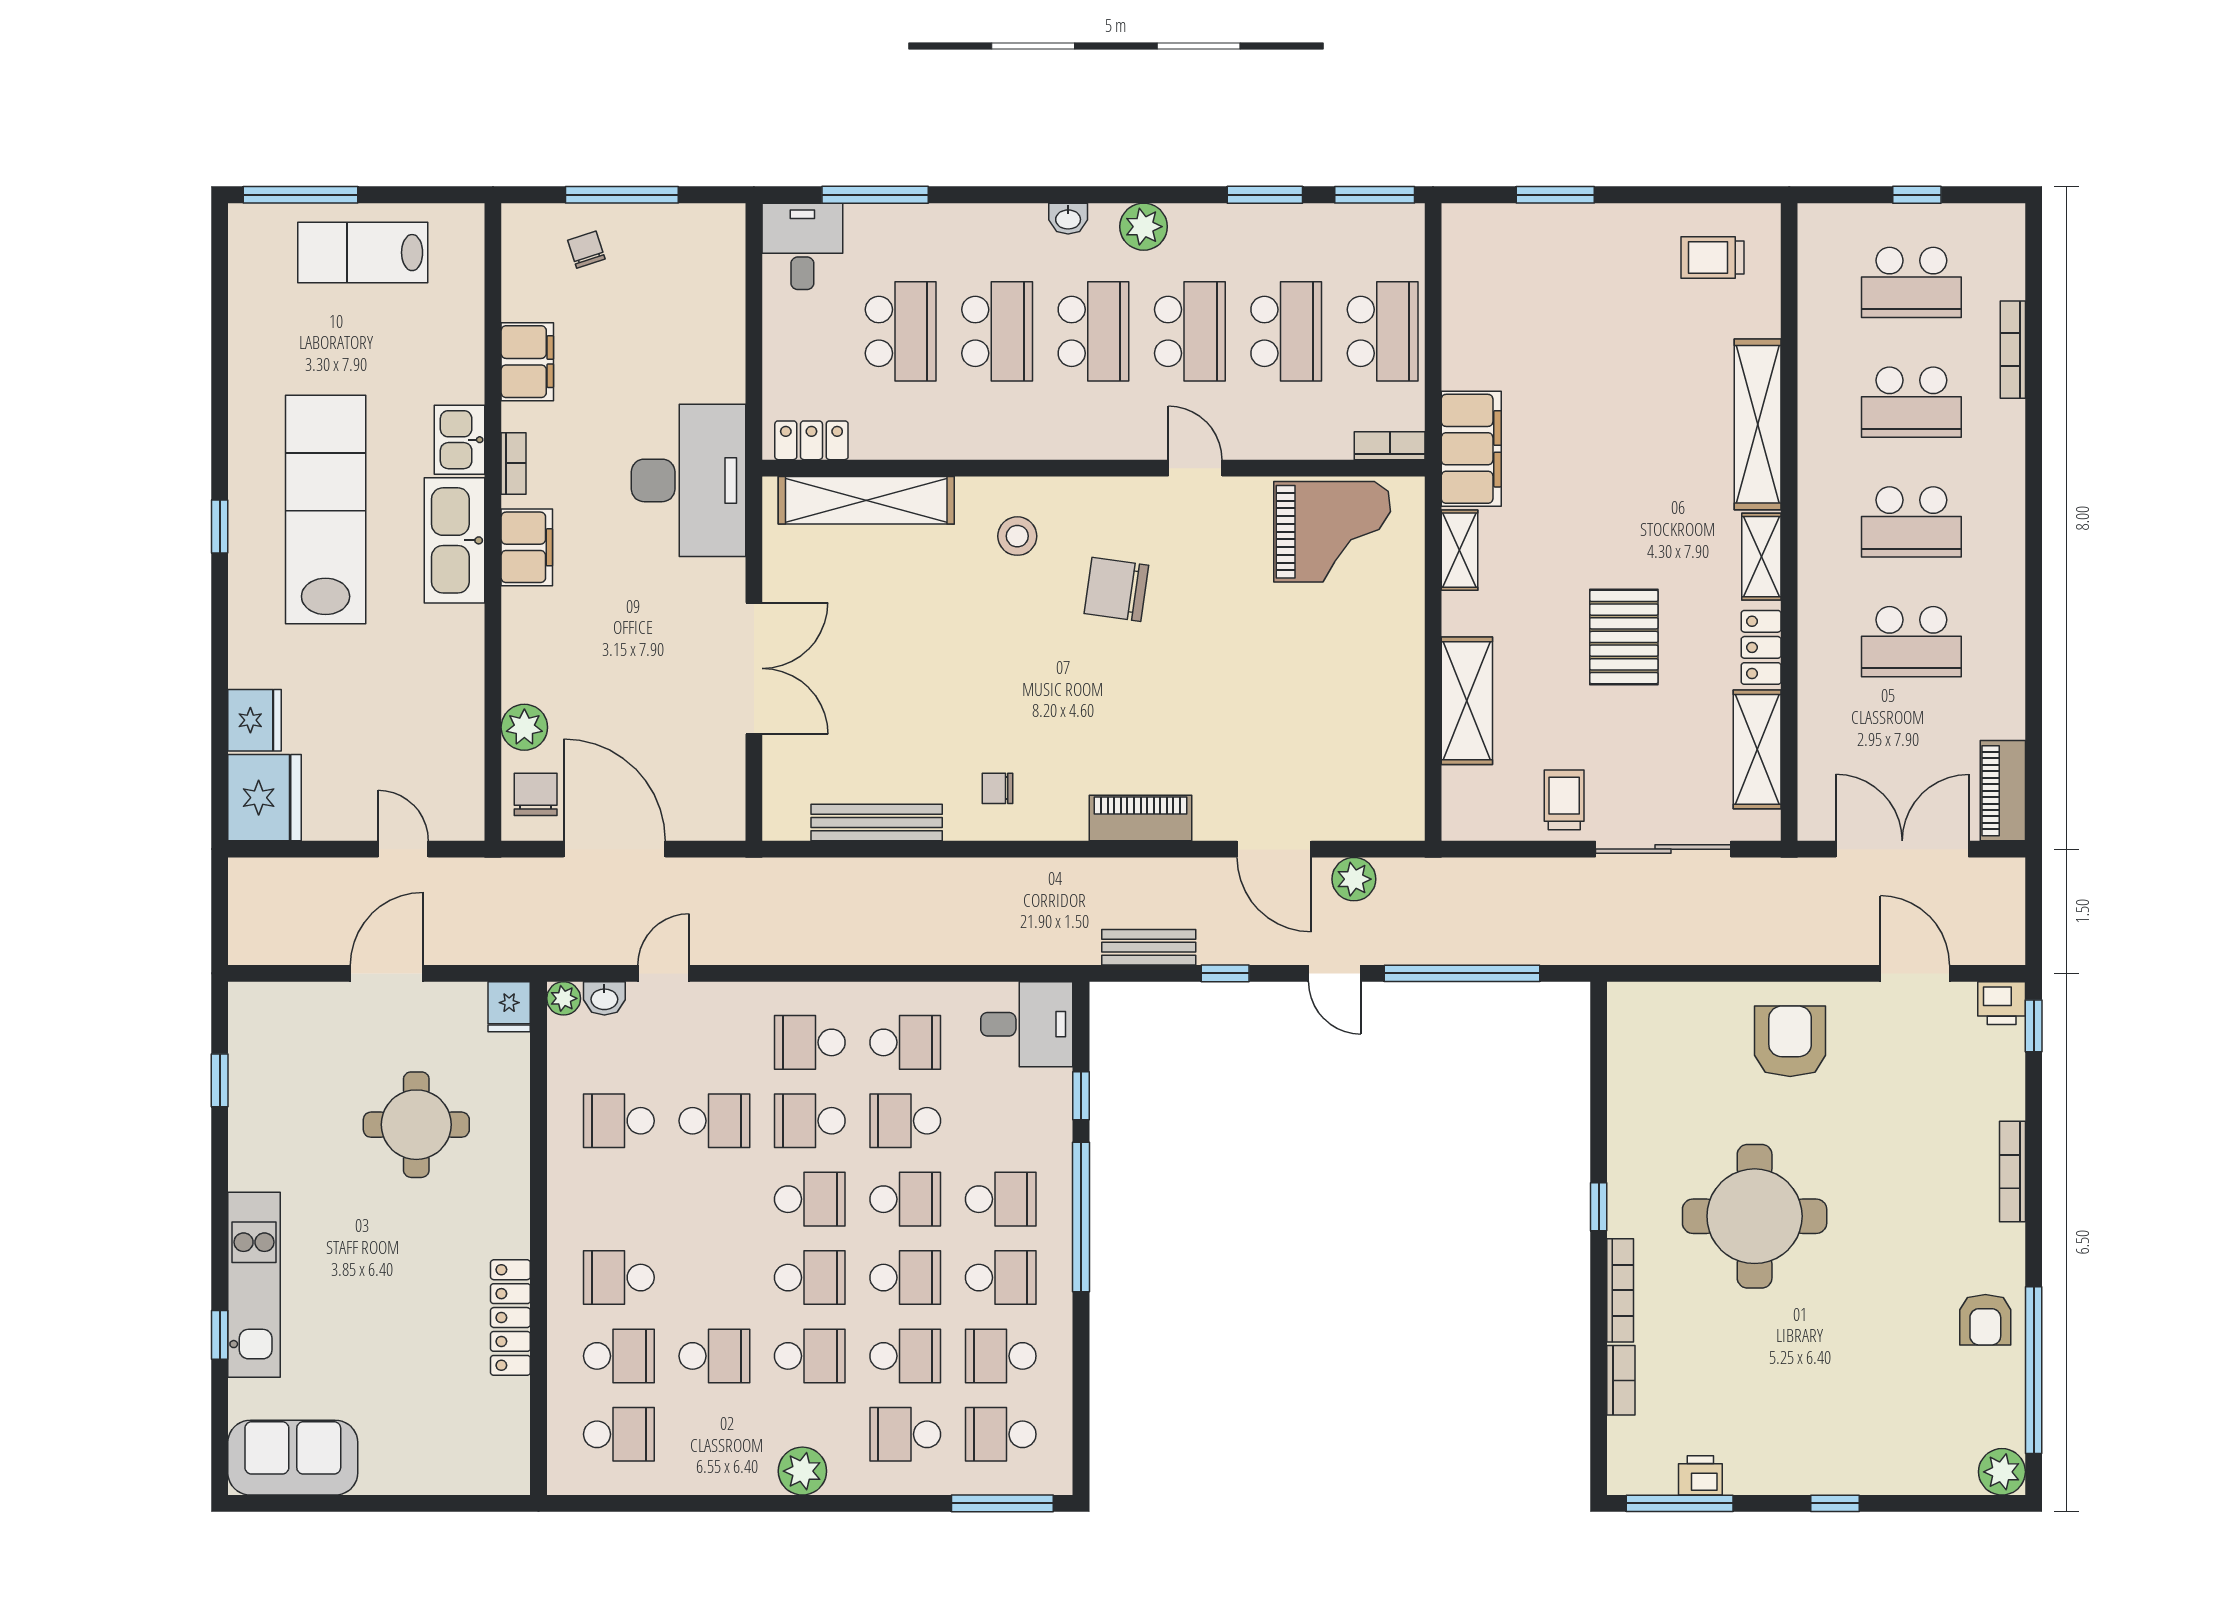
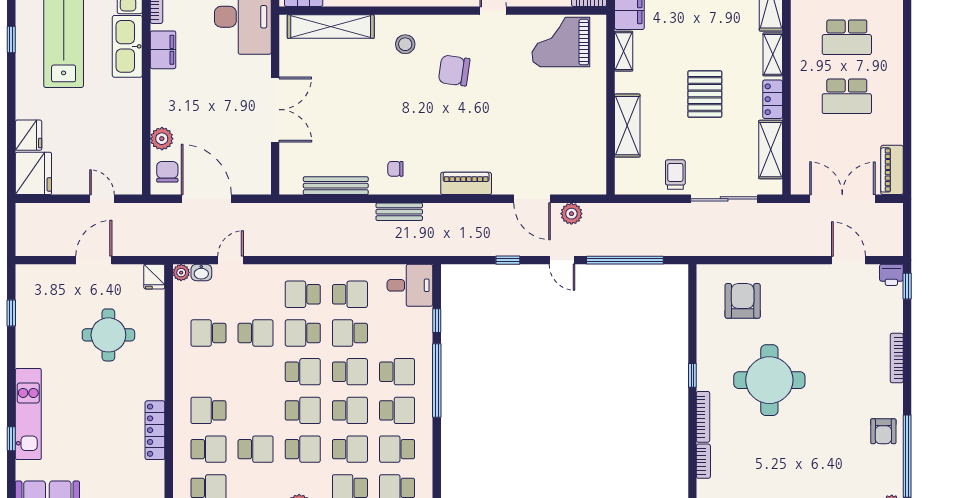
grand piano: (1332, 532) -> (561, 42), turned 180
bench: (1149, 947) -> (399, 212), moved
armchair: (1790, 1041) -> (743, 301), moved

